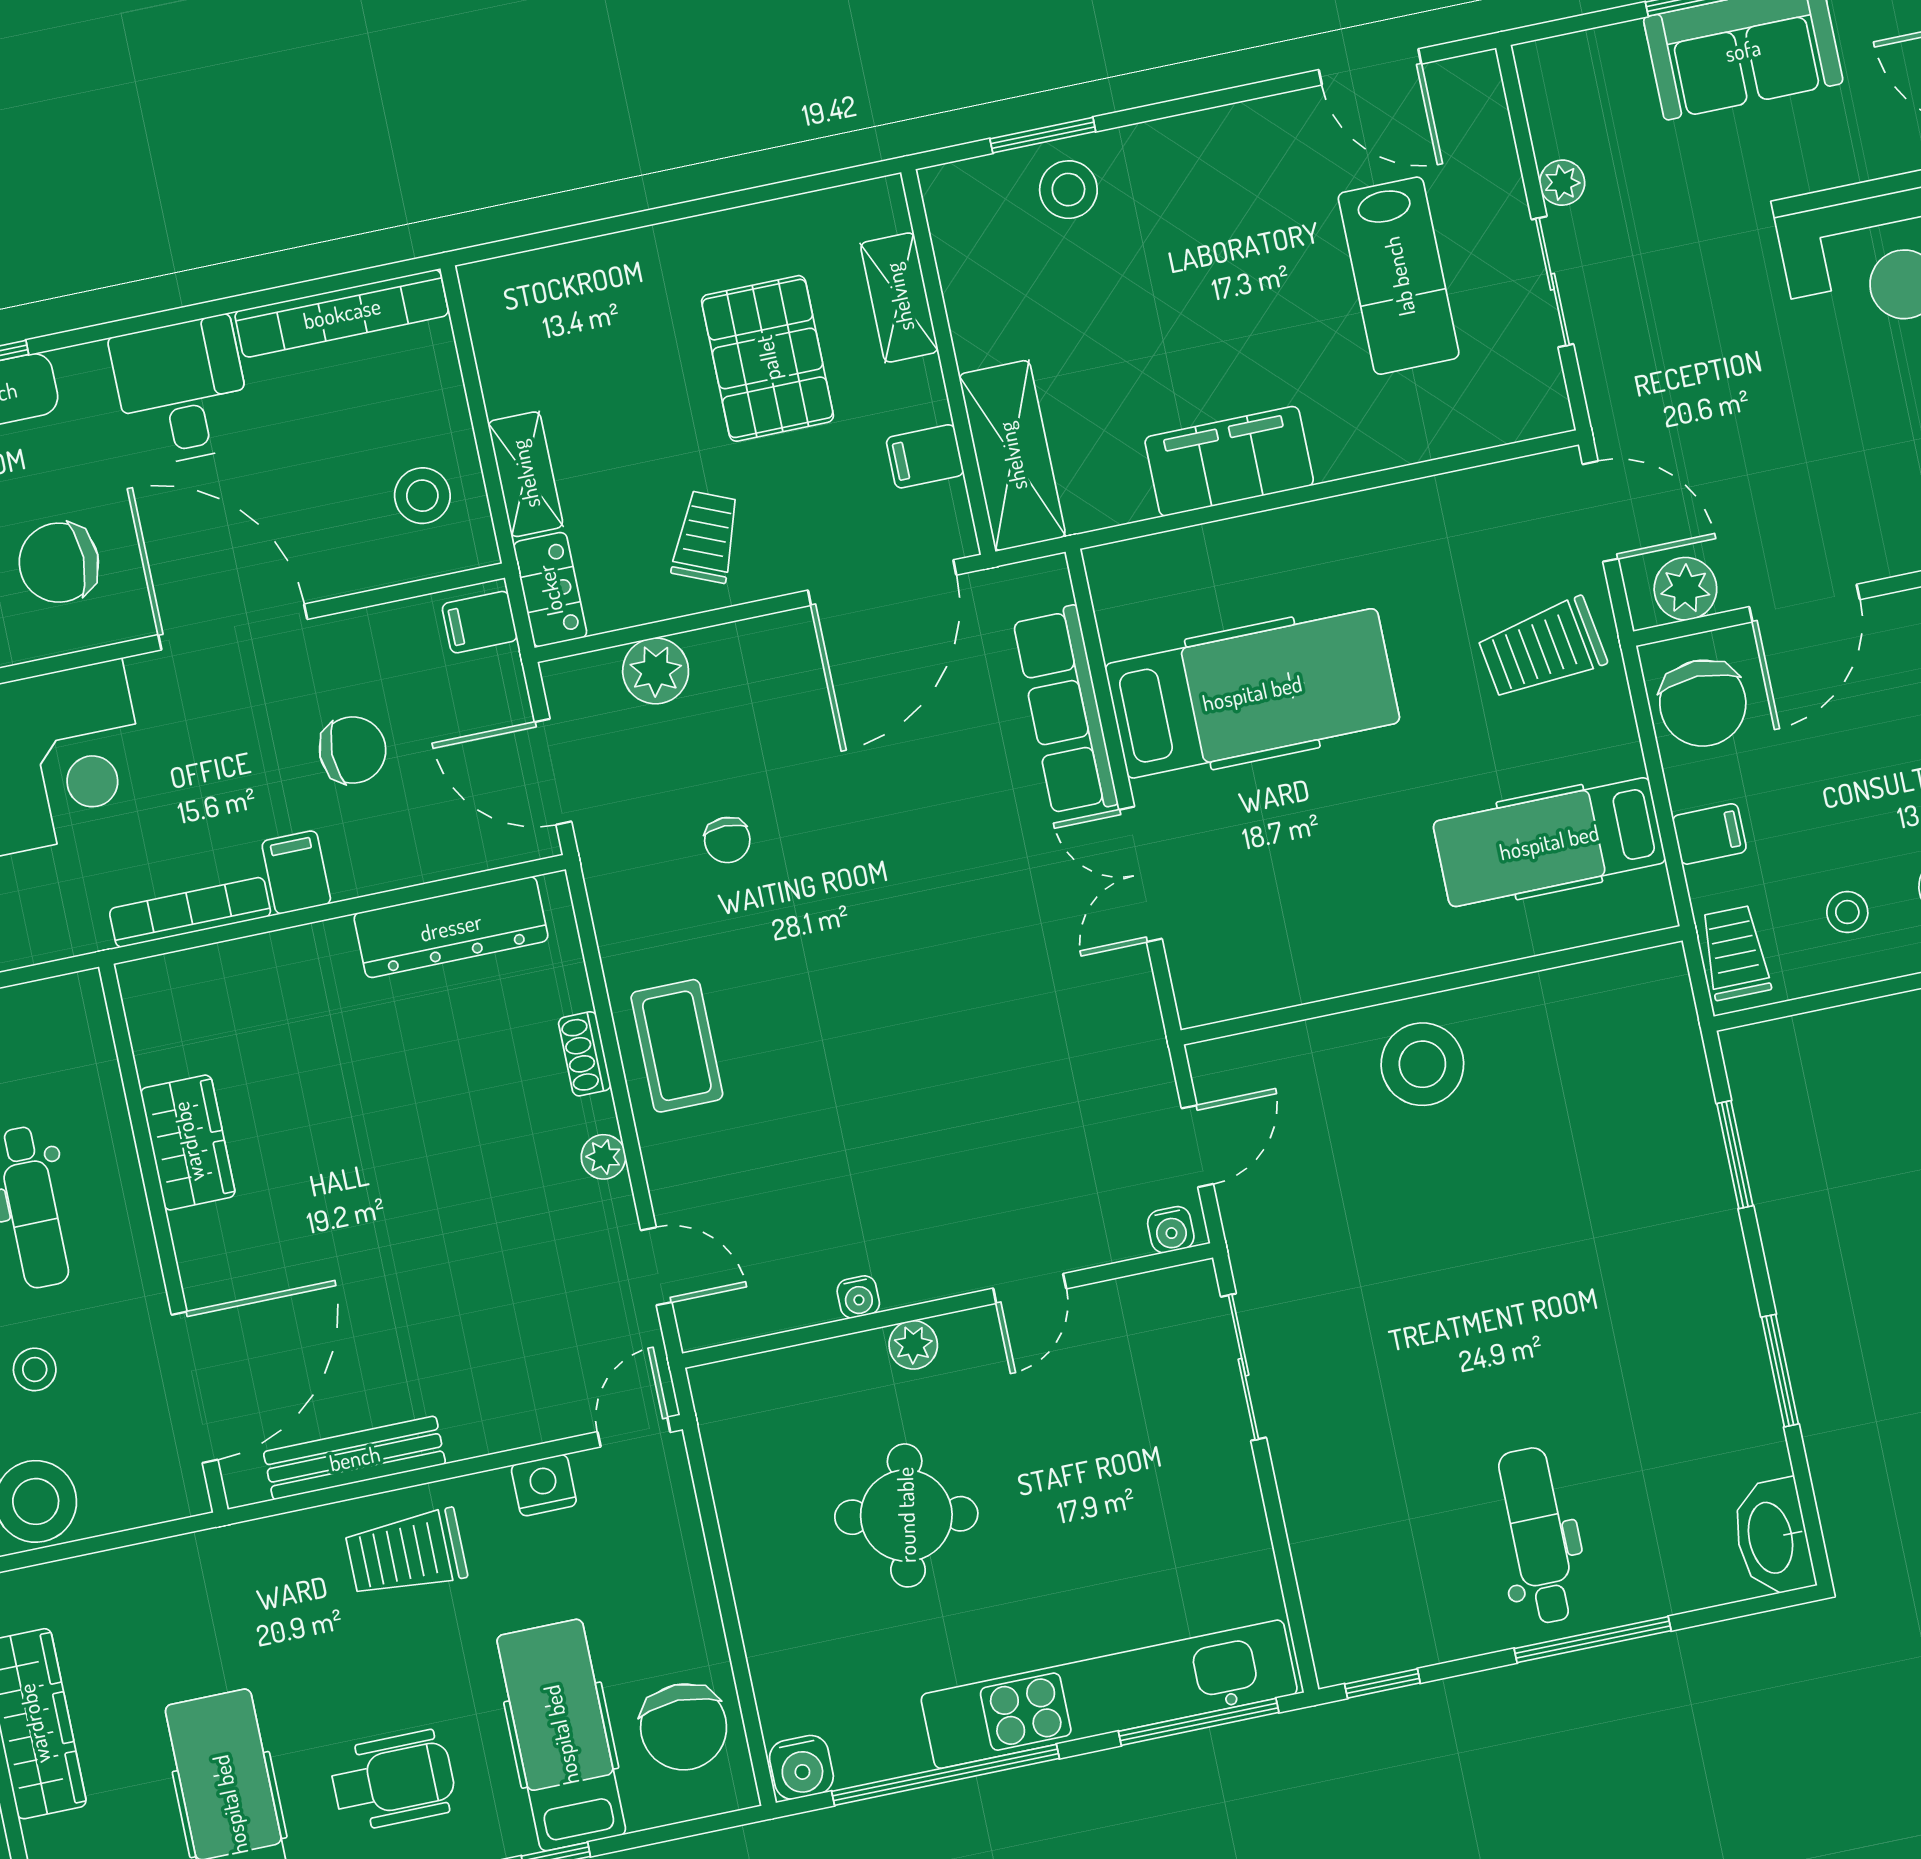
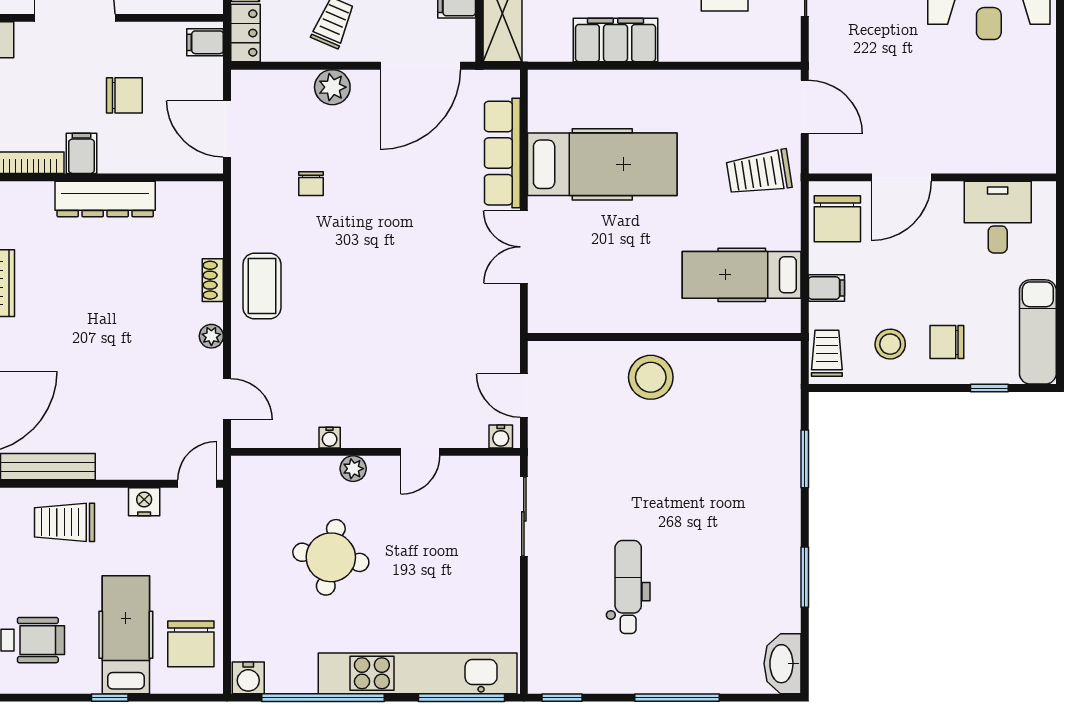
plant: (1685, 589) -> (841, 157), removed
plant: (656, 671) -> (332, 87), moved
stool: (1847, 912) -> (890, 344), width x1.37, depth x1.37
dresser: (451, 927) -> (105, 199), moved
door: (1197, 1146) -> (524, 396), swing flipped
dental chair: (1538, 1536) -> (628, 587), moved

